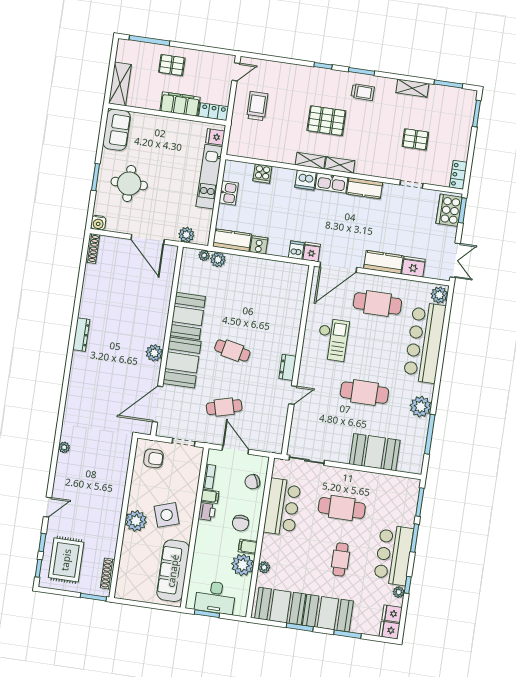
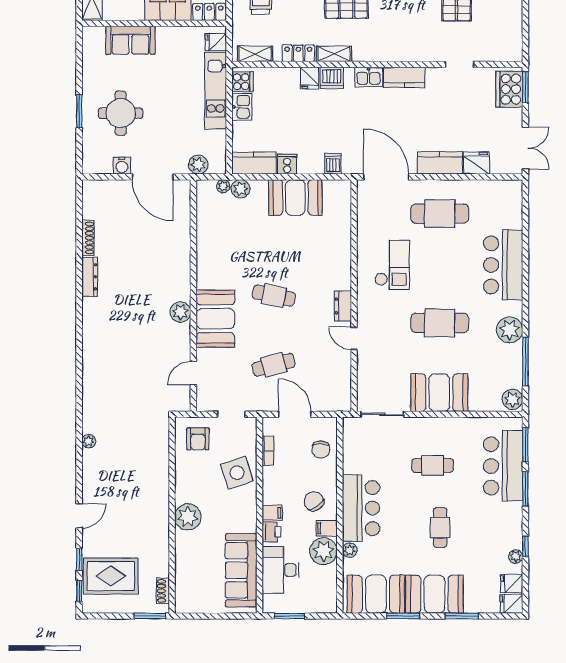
sofa: (117, 130) -> (130, 40), moved, turned 90
shelving: (340, 165) -> (255, 54), moved
cooker: (262, 173) -> (242, 82), moved, turned -90
locker: (458, 175) -> (298, 53), moved, turned 90
kitchen sink: (331, 183) -> (369, 77), width x0.73
water cooler: (98, 223) -> (122, 166), moved
shoe rack: (92, 248) -> (88, 238), moved
fridge: (312, 252) -> (310, 78), moved, turned 180
door: (338, 267) -> (386, 177), swing flipped
plant: (439, 295) -> (512, 399), moved
booth: (188, 316) -> (295, 197), moved, turned 90
dresser: (81, 335) -> (90, 277), moved
bar counter: (425, 342) -> (503, 265), width x0.73
door: (293, 395) -> (354, 338), swing flipped
door: (158, 404) -> (193, 373), width x0.53
booth: (375, 452) -> (439, 393), moved
armchair: (153, 458) -> (198, 439), turned 90
chair: (252, 482) -> (321, 450), turned -67
filing cabinet: (210, 496) -> (272, 513), moved
bar counter: (282, 507) -> (361, 508), moved
cafe table: (342, 508) -> (433, 465), width x0.73, depth x0.74
printer: (207, 512) -> (271, 532), moved
side table: (167, 515) -> (237, 473), moved
chair: (241, 523) -> (314, 501), turned 146
bar counter: (394, 555) -> (503, 466), moved
rug: (66, 560) -> (111, 576), turned 90
shoe rack: (108, 574) -> (163, 591), width x0.70
desk: (215, 597) -> (280, 570), moved, turned 90

